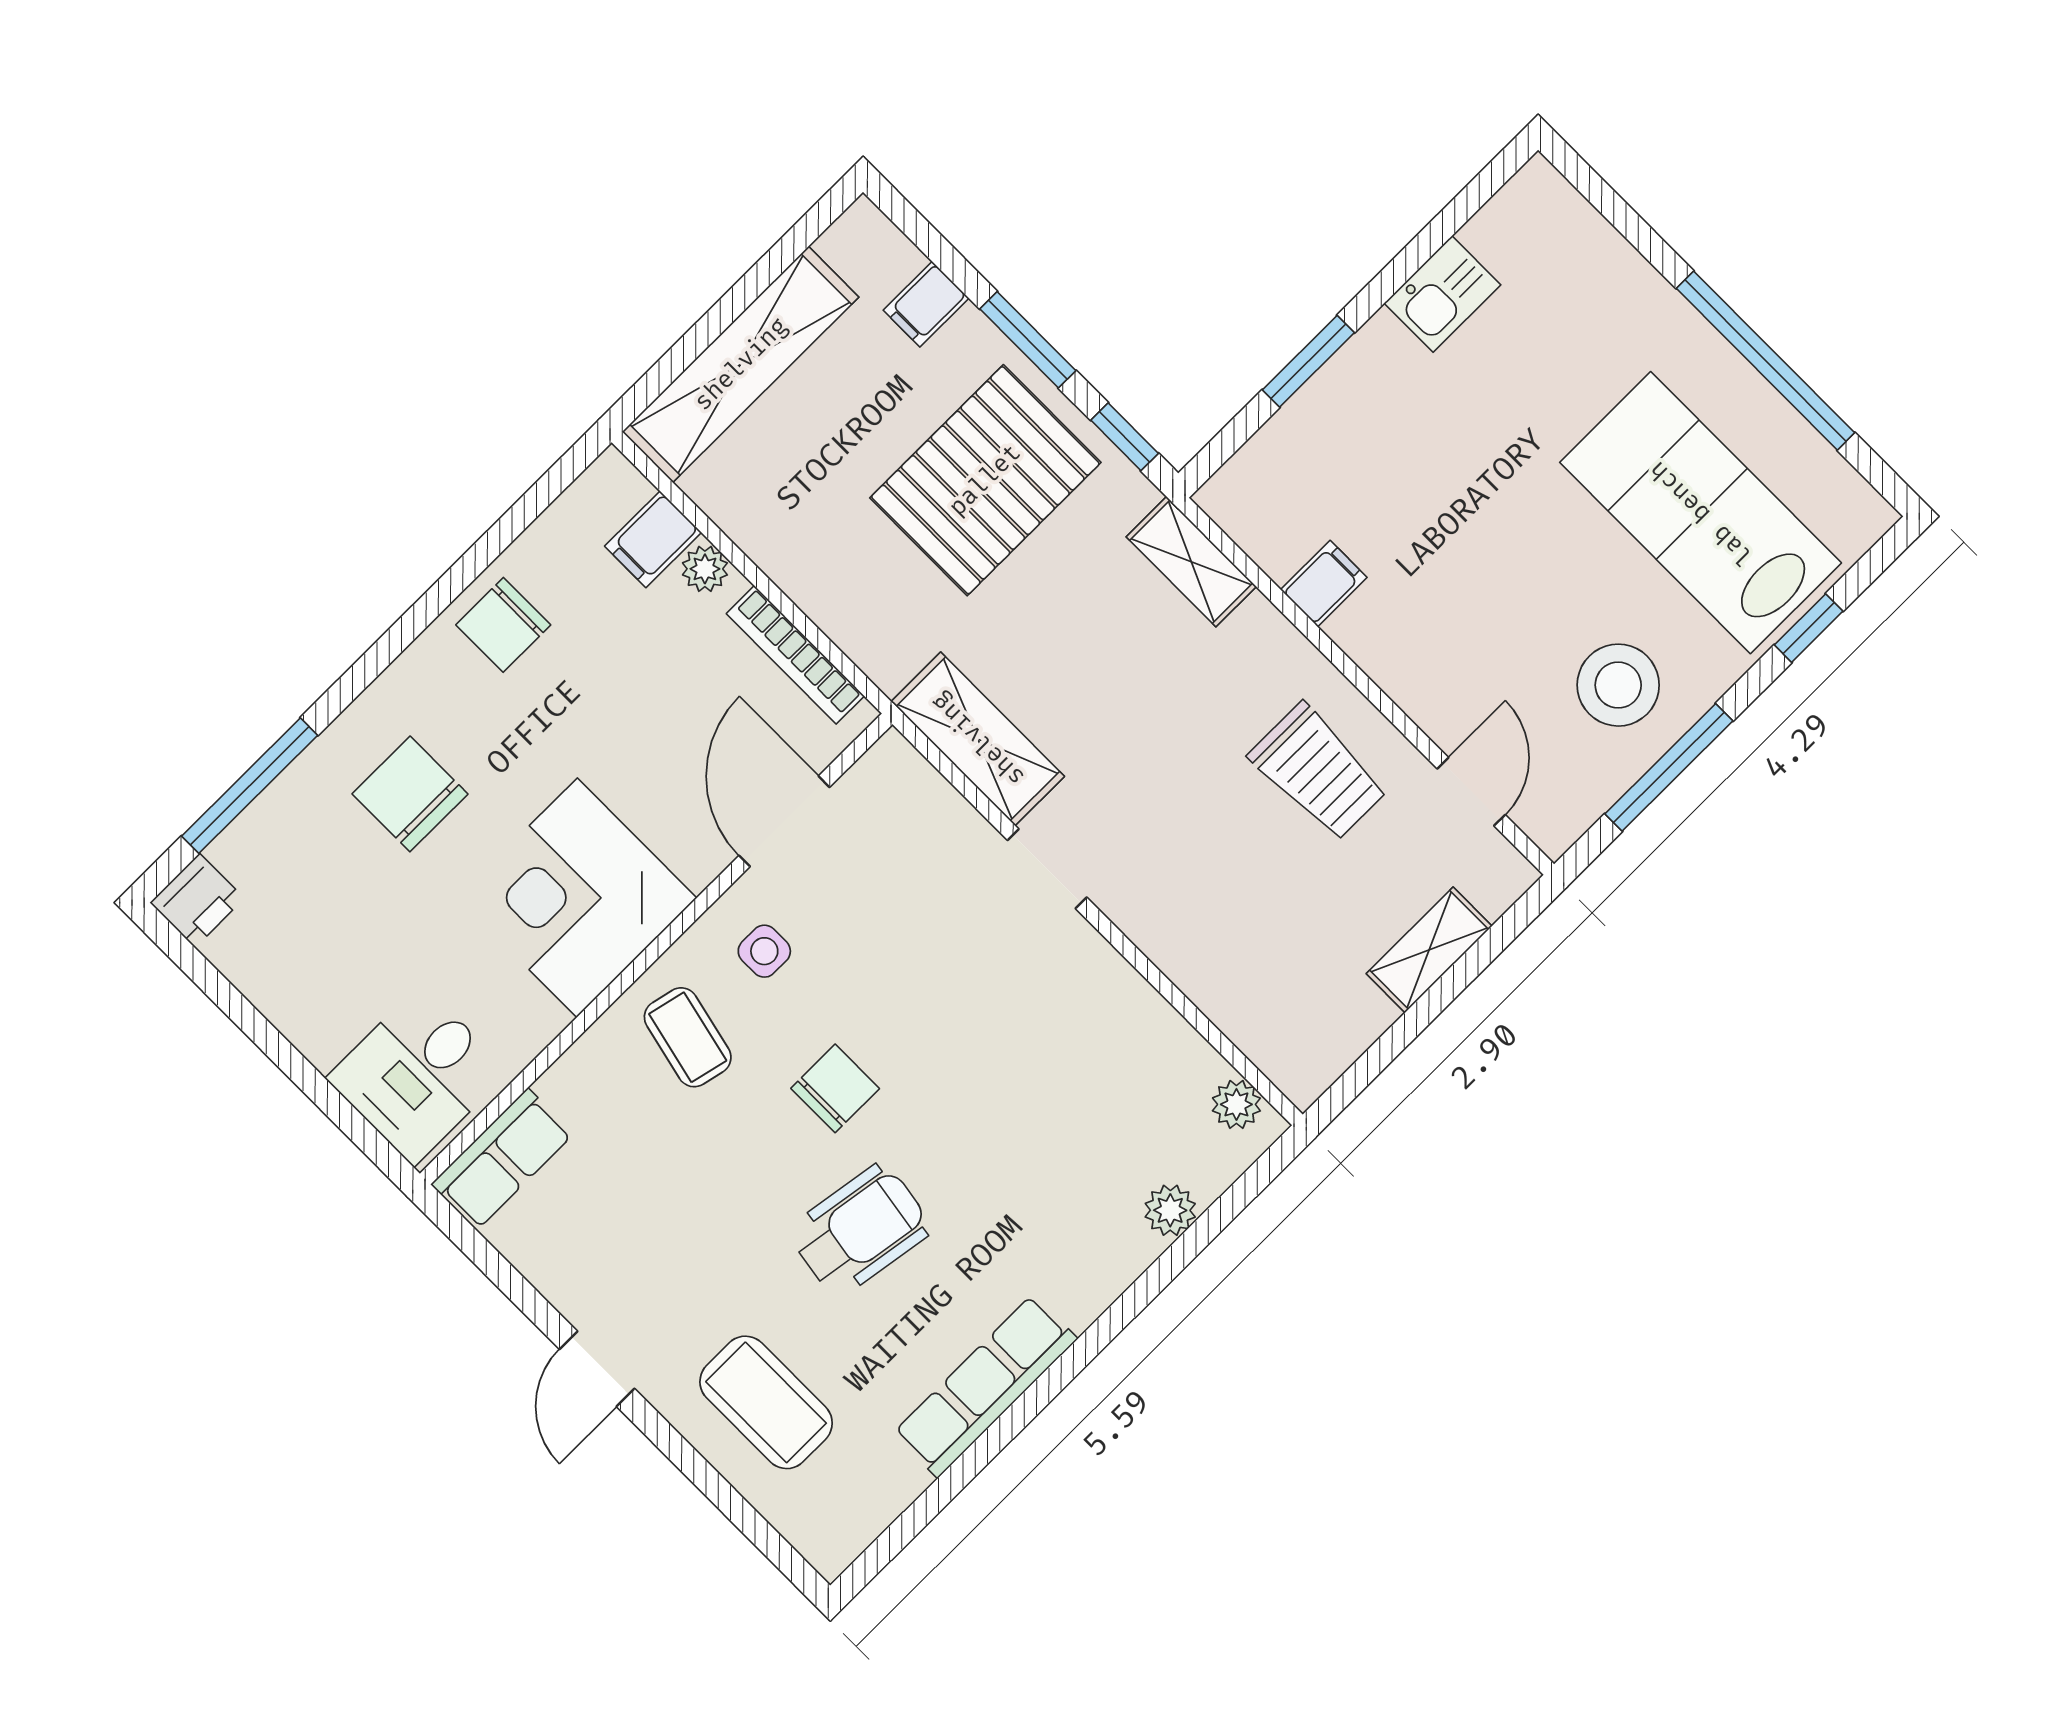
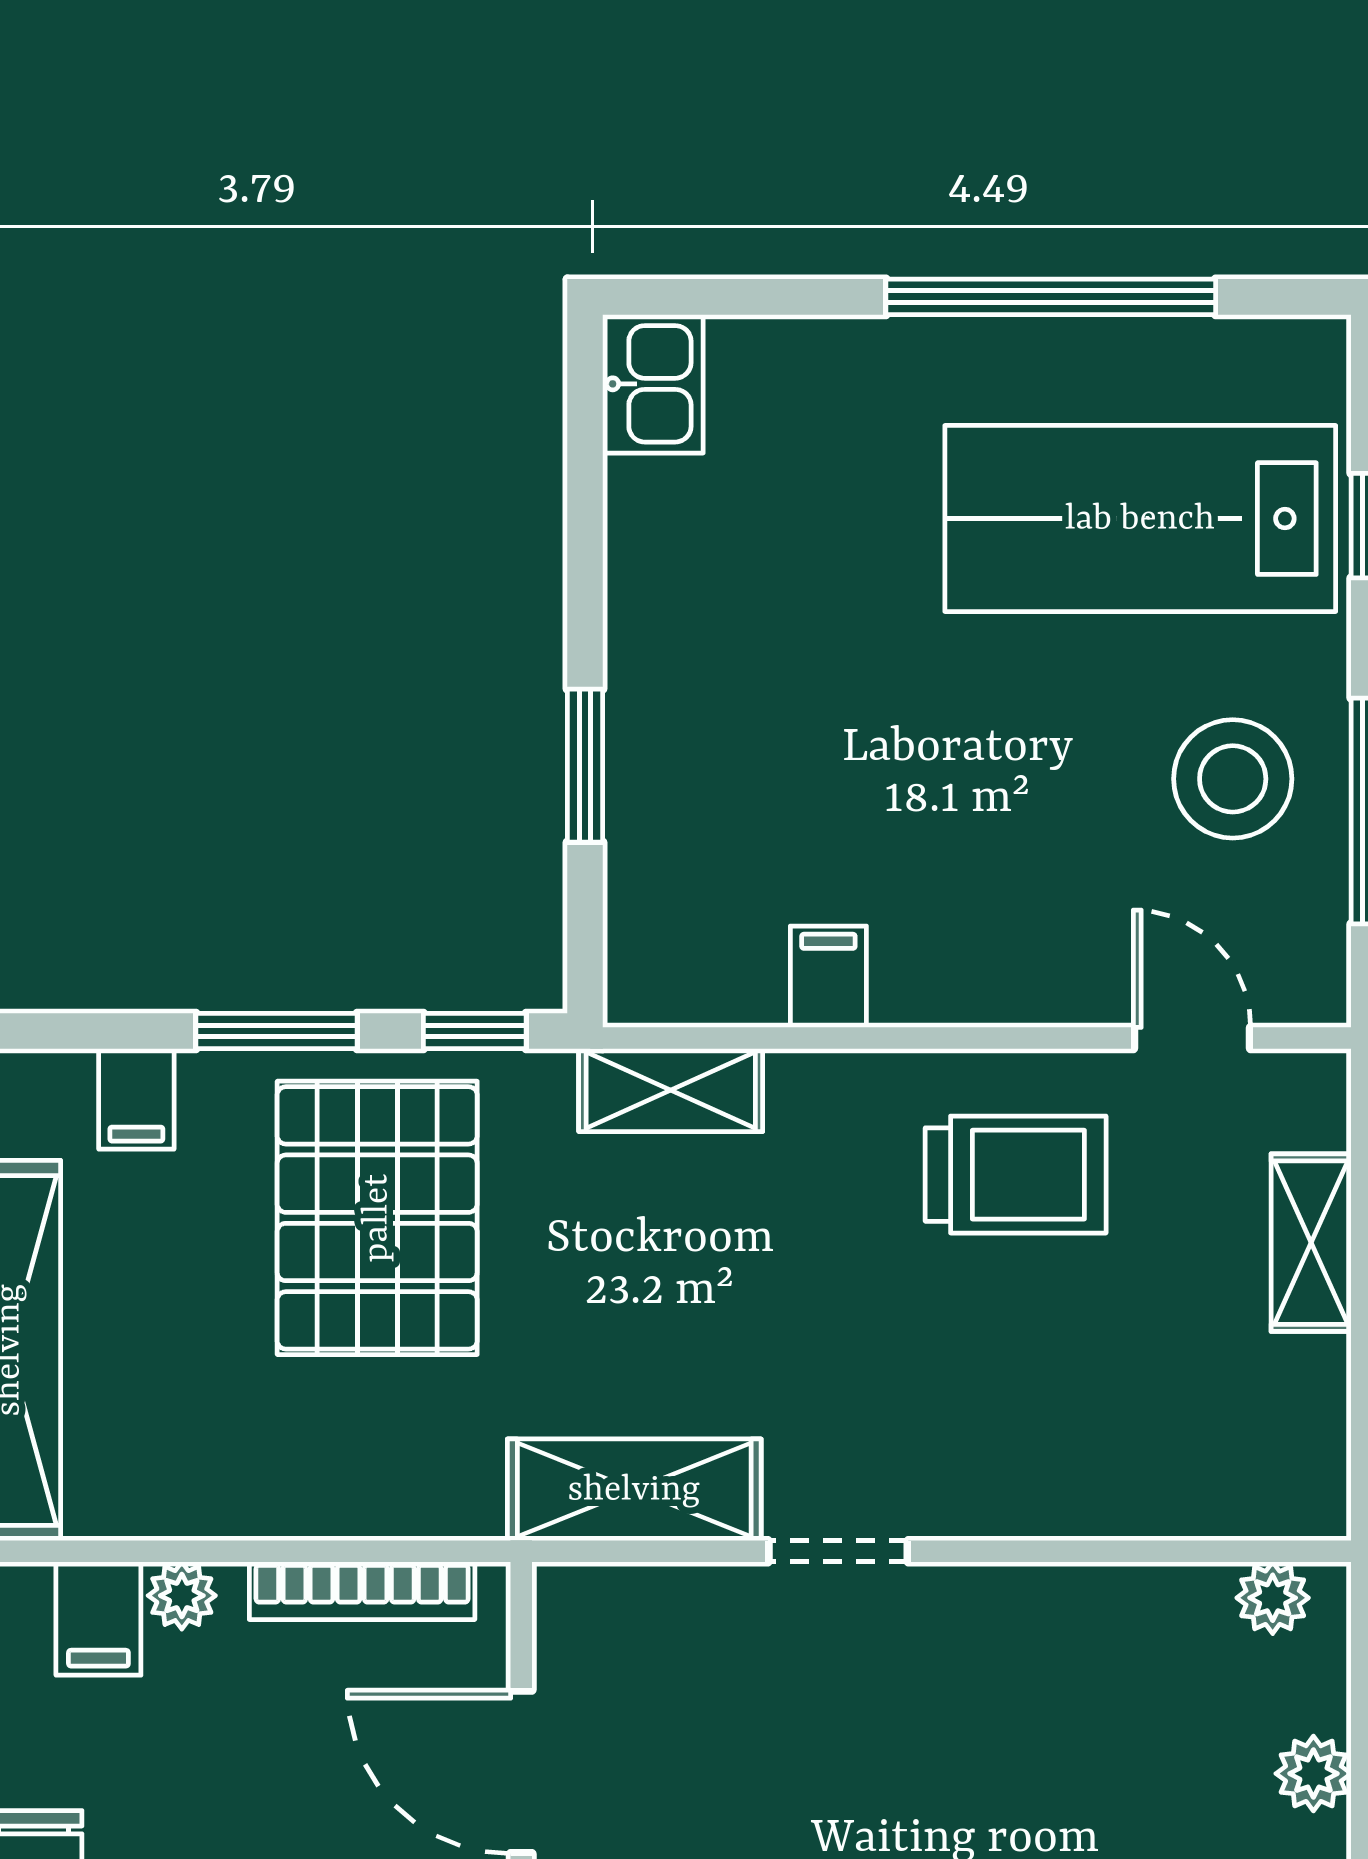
kitchen sink: (1442, 294) -> (653, 384), moved

